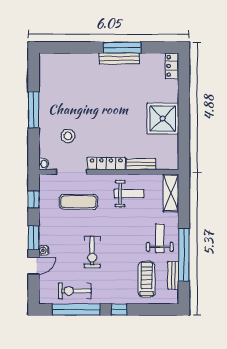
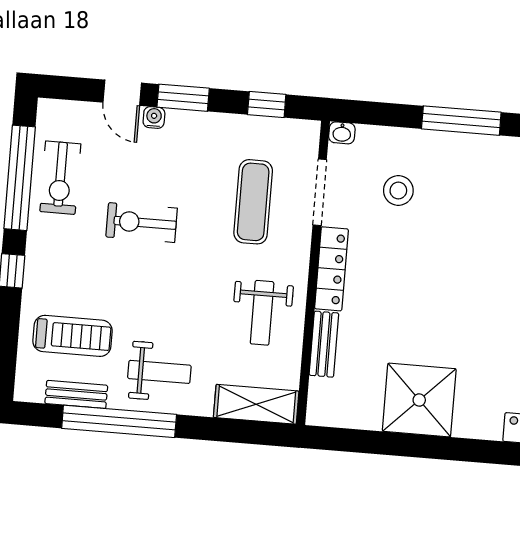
exercise bike: (75, 291) -> (60, 178), turned 180

